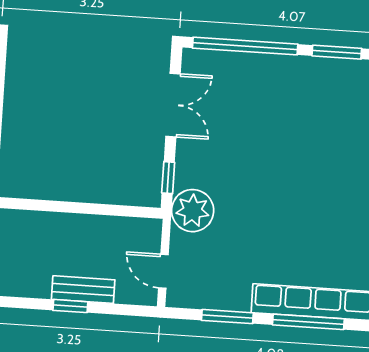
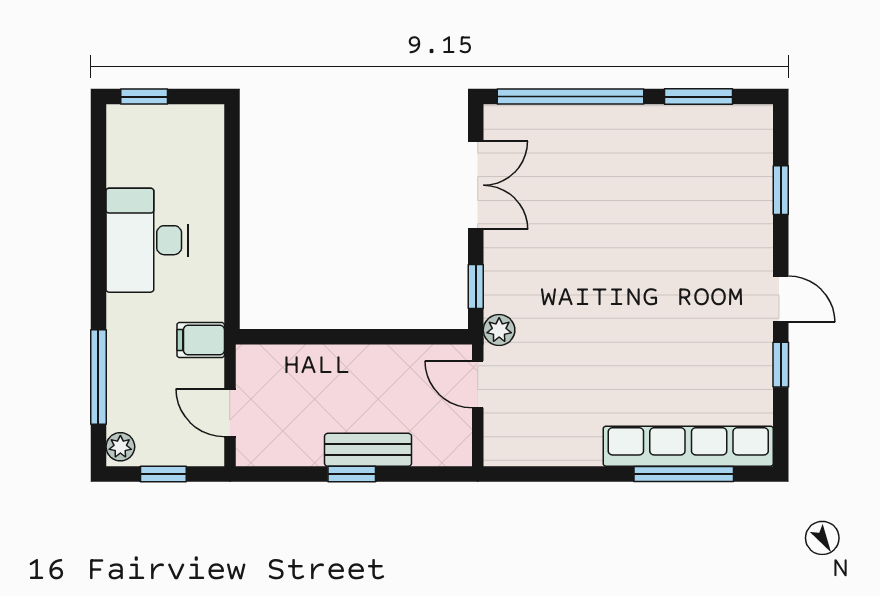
plant: (193, 211) -> (499, 330), width x0.53, depth x0.53
door: (163, 271) -> (478, 384), moved
window: (227, 317) -> (571, 474), removed

